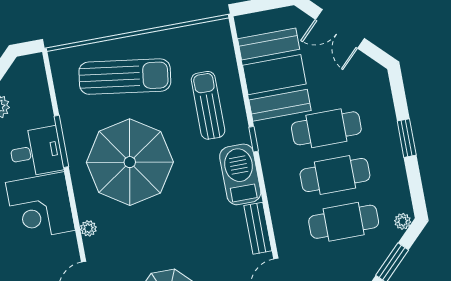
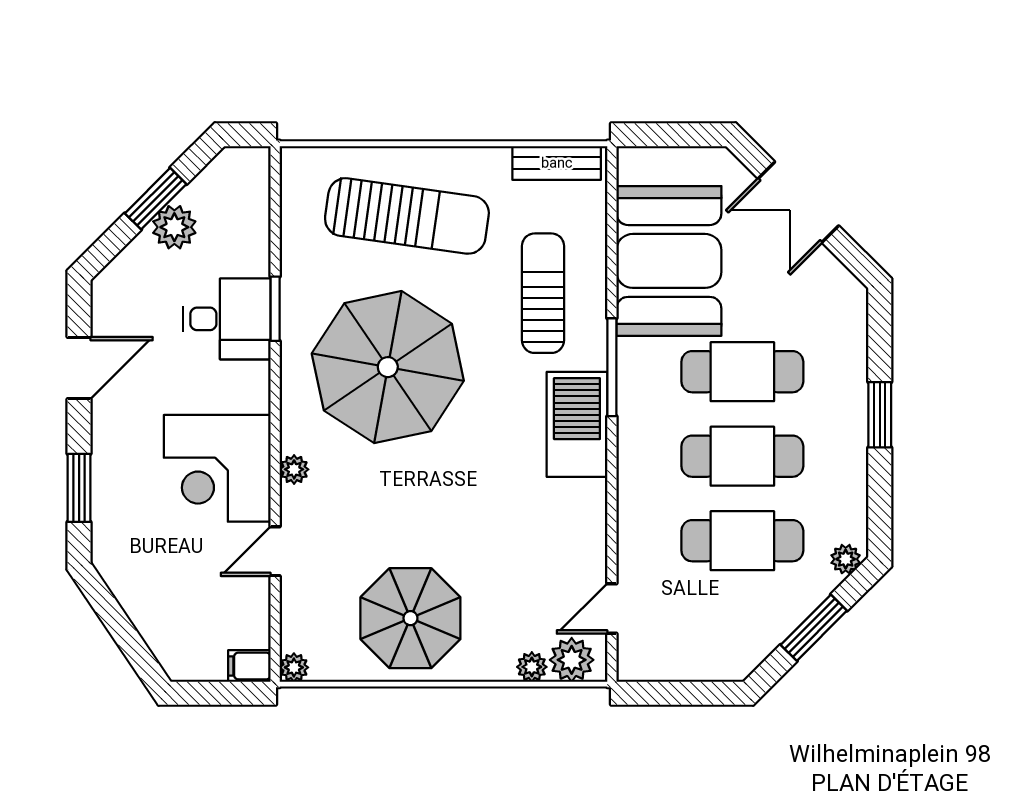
window: (254, 139) -> (612, 367), width x2.17
window: (61, 141) -> (275, 309), width x0.69
corner desk: (40, 206) -> (217, 468), moved
bench: (258, 228) -> (557, 163), moved, turned 90

